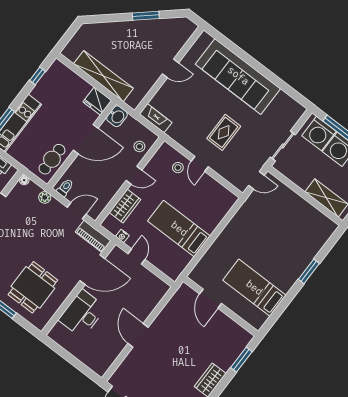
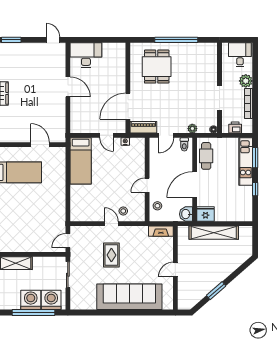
window: (37, 76) -> (255, 189), moved
wardrobe: (125, 206) -> (138, 162), removed
bed: (179, 229) -> (81, 161), moved, turned 90
desk: (82, 314) -> (86, 55), moved, turned -90

